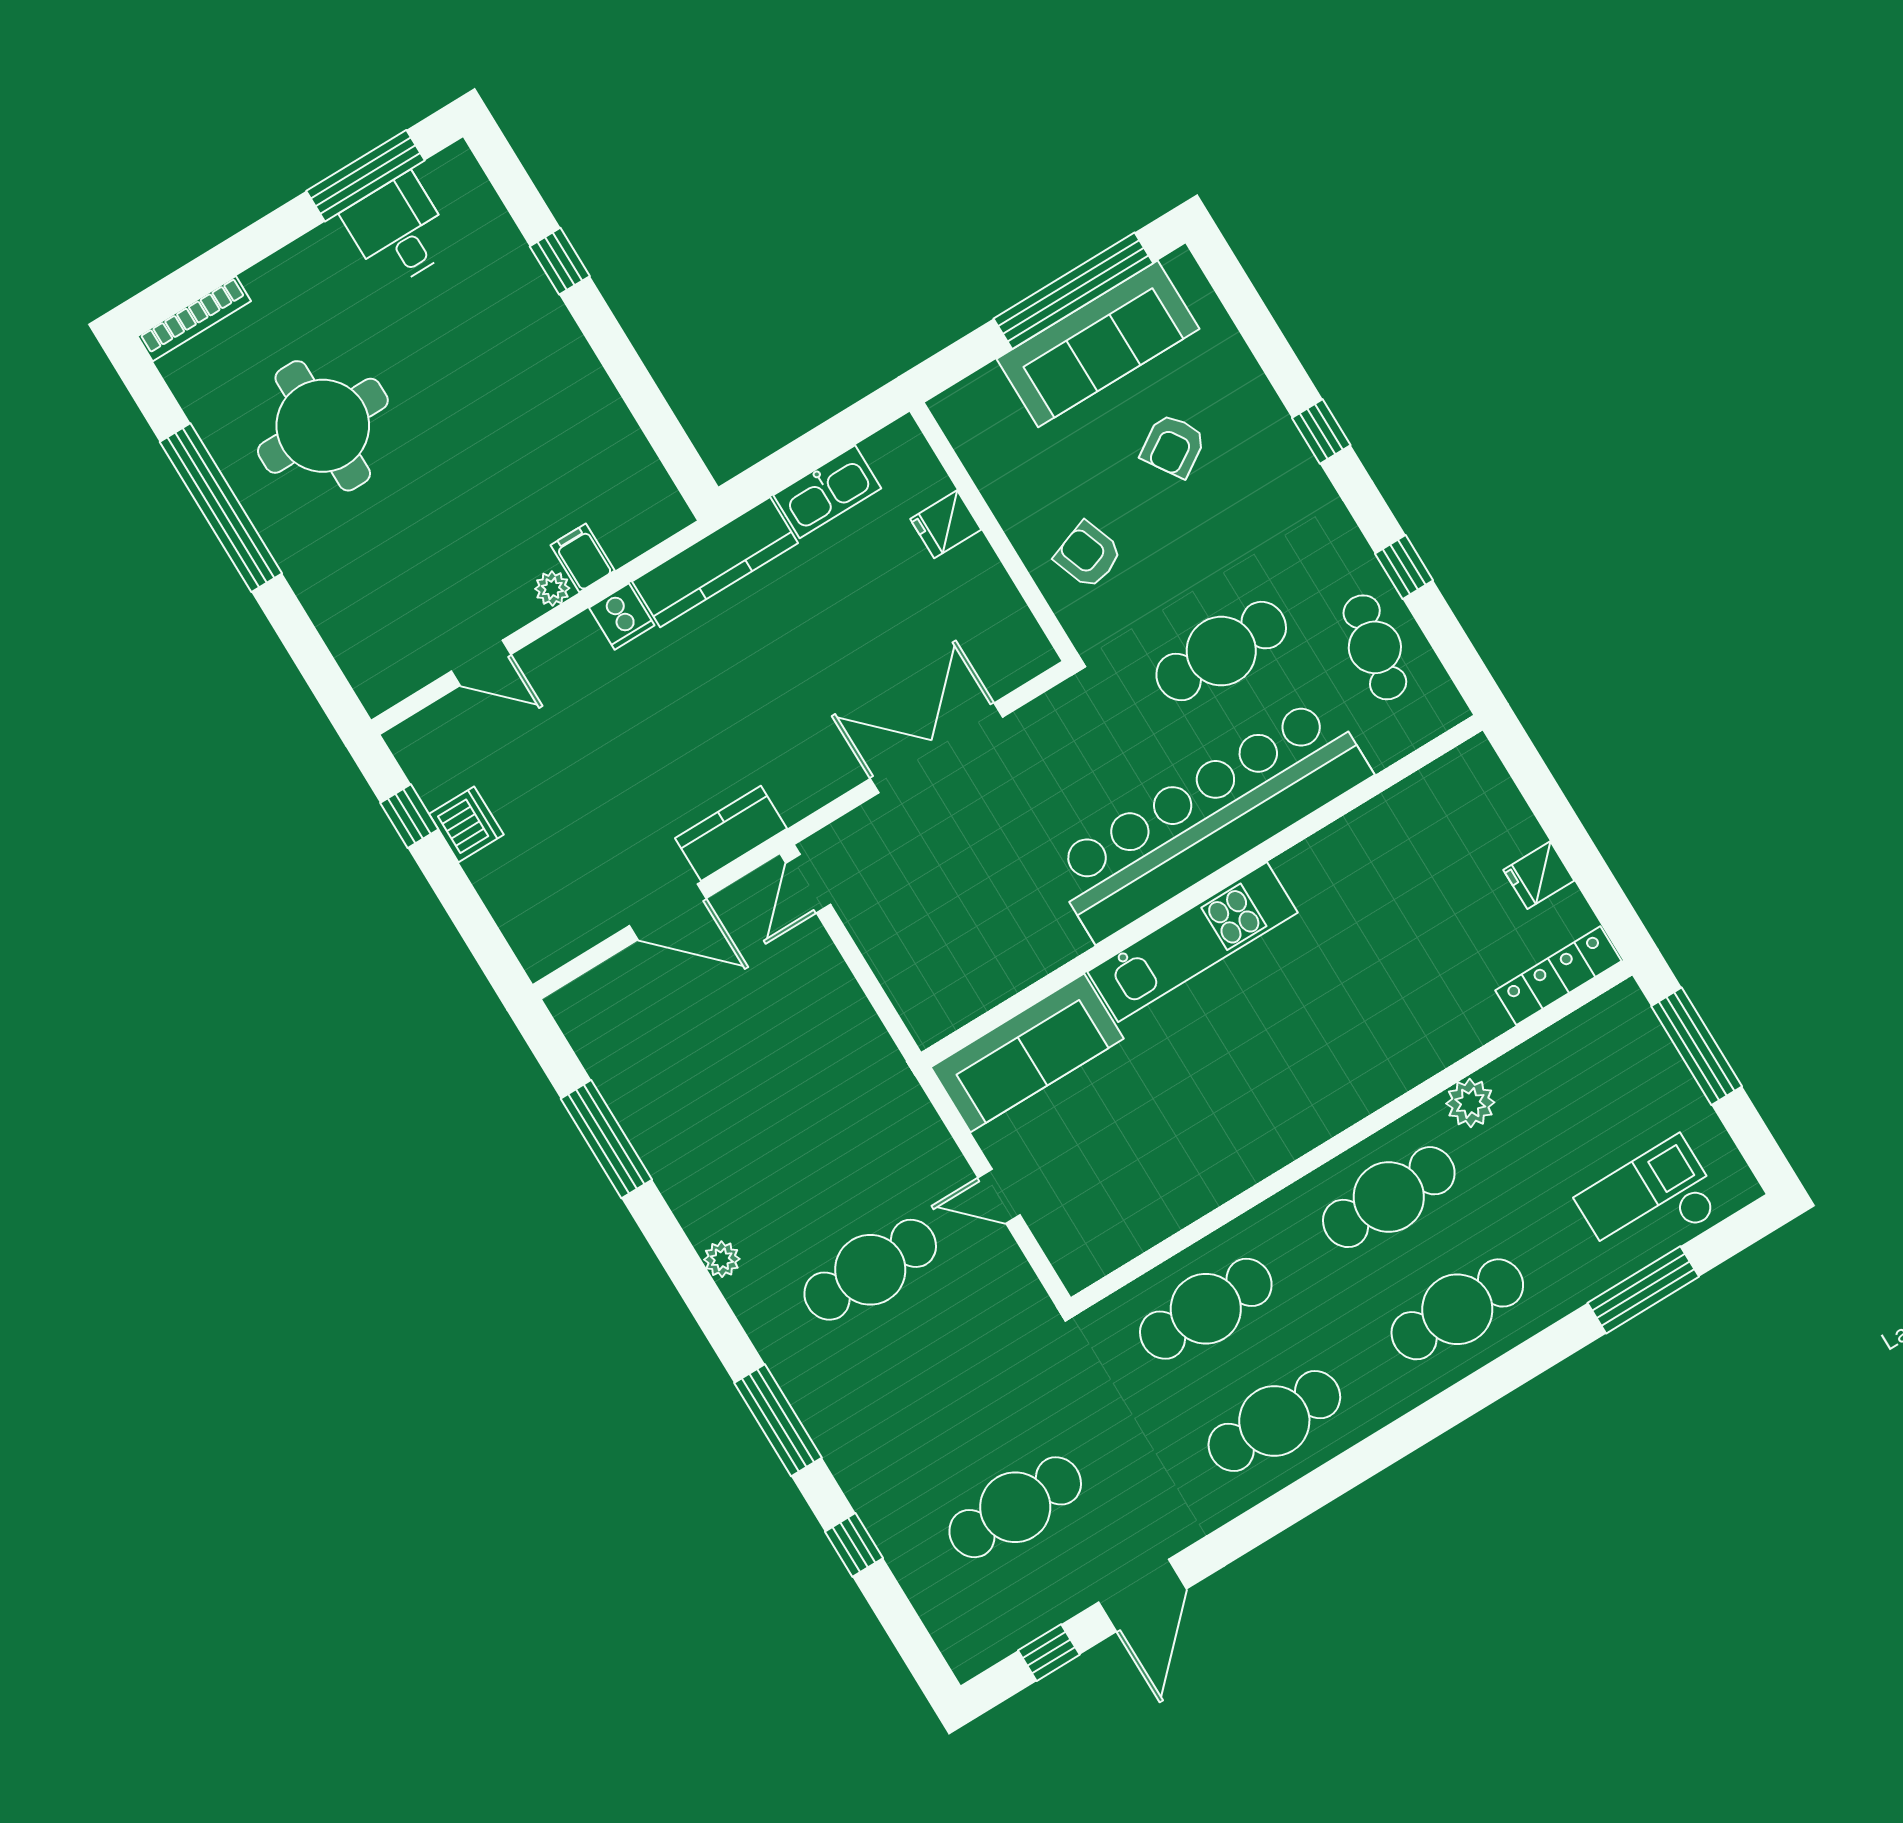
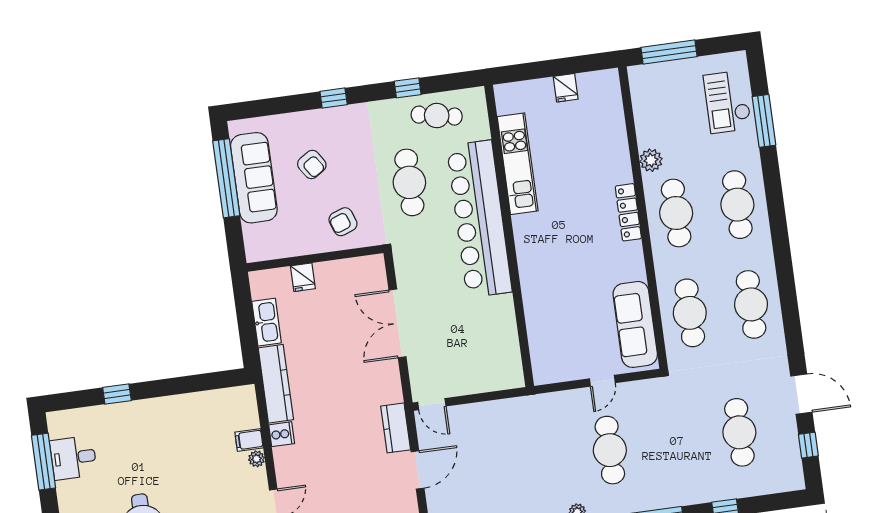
kitchen unit: (1192, 942) -> (518, 164), moved
locker: (1558, 976) -> (628, 212), moved
sofa: (1027, 1053) -> (635, 324), moved, turned 180

